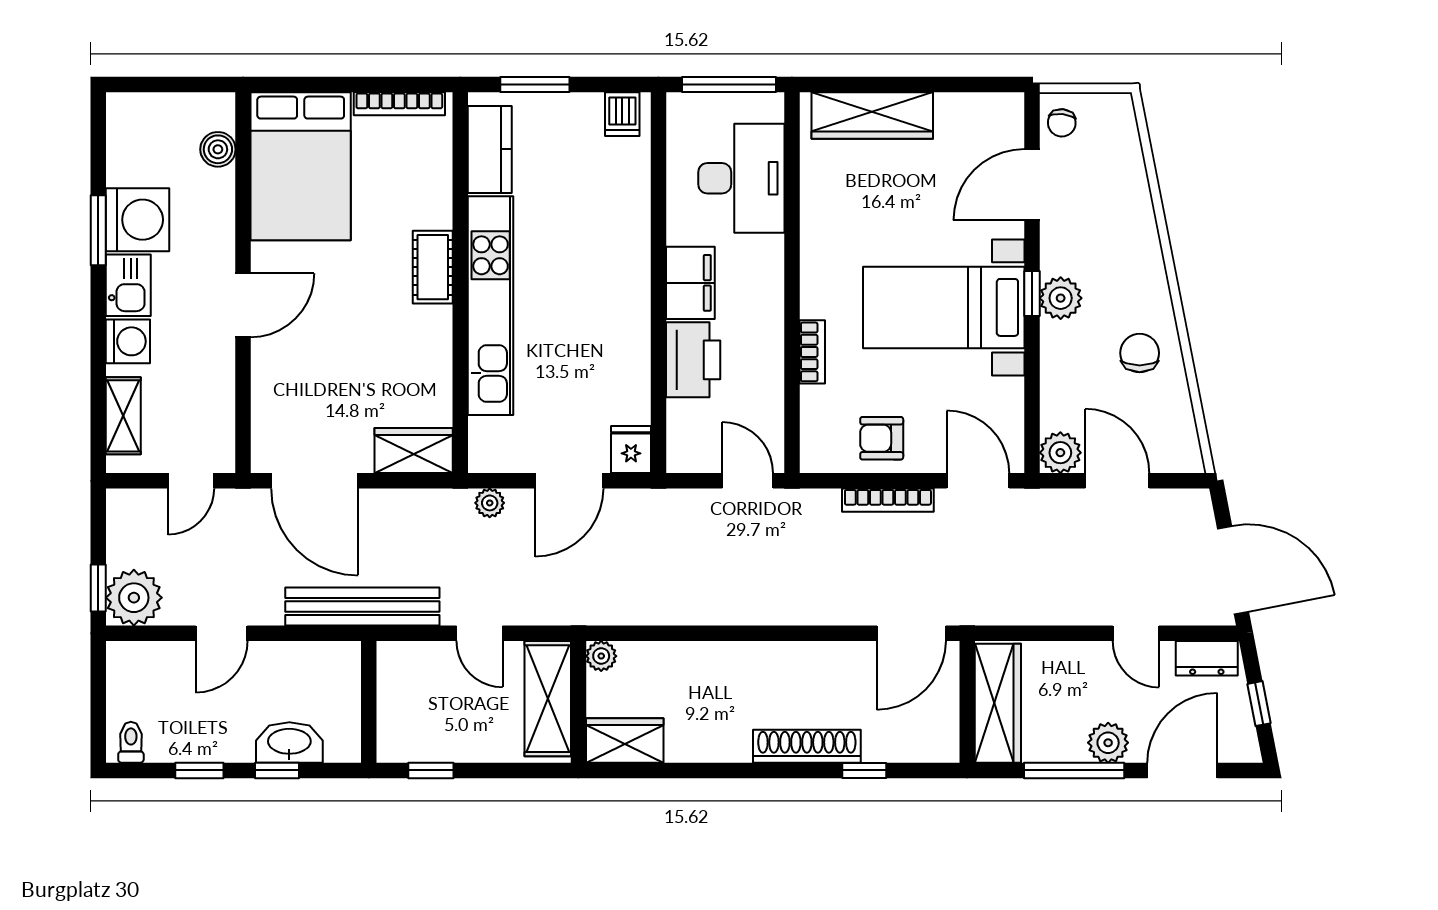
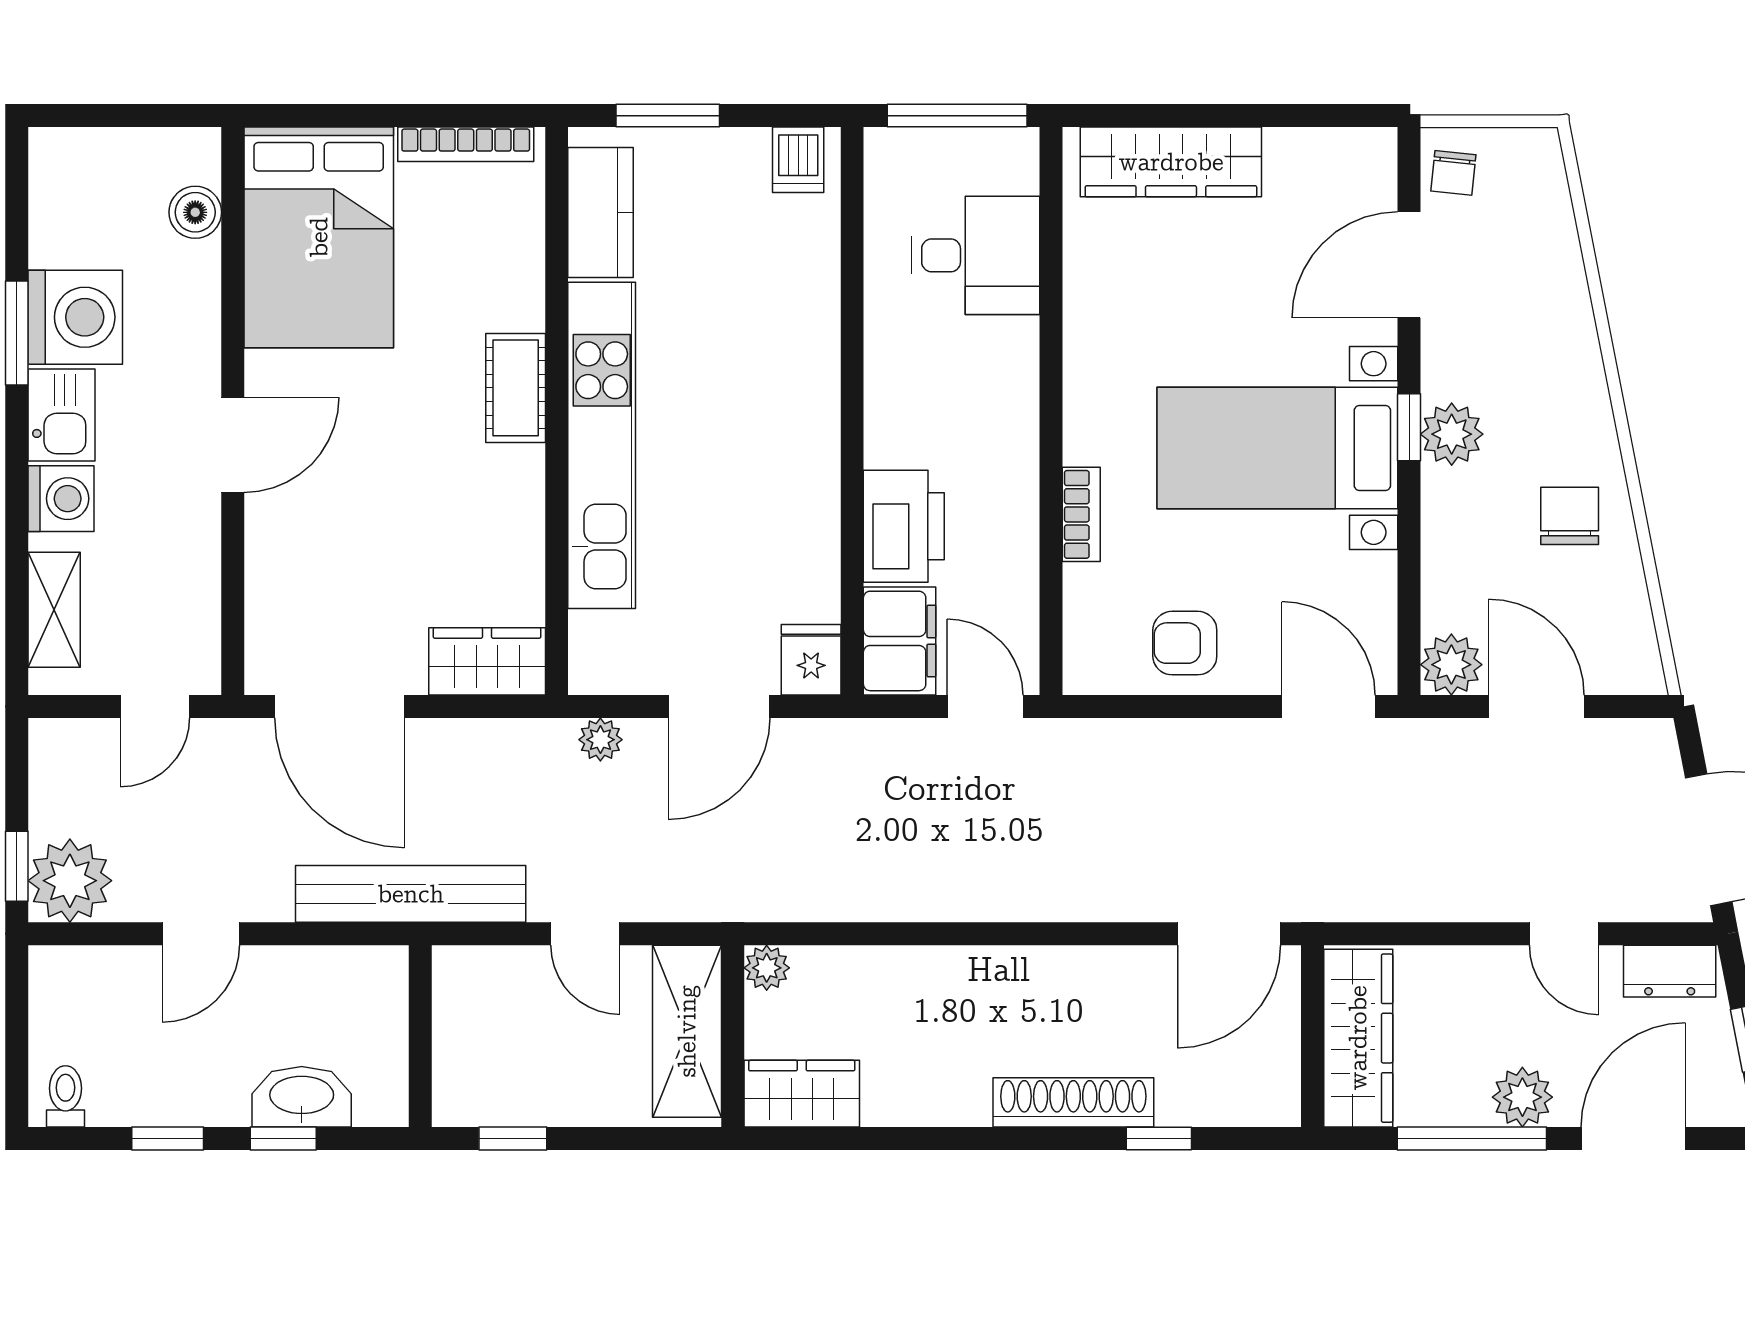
desk: (741, 178) -> (976, 255), width x0.73
filing cabinet: (690, 283) -> (900, 641), moved
bookcase: (888, 500) -> (1194, 735), removed

